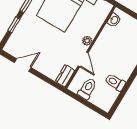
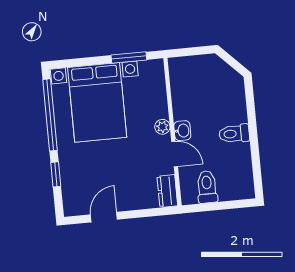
washbasin: (114, 20) -> (182, 131), moved
toilet: (115, 82) -> (234, 134), moved

